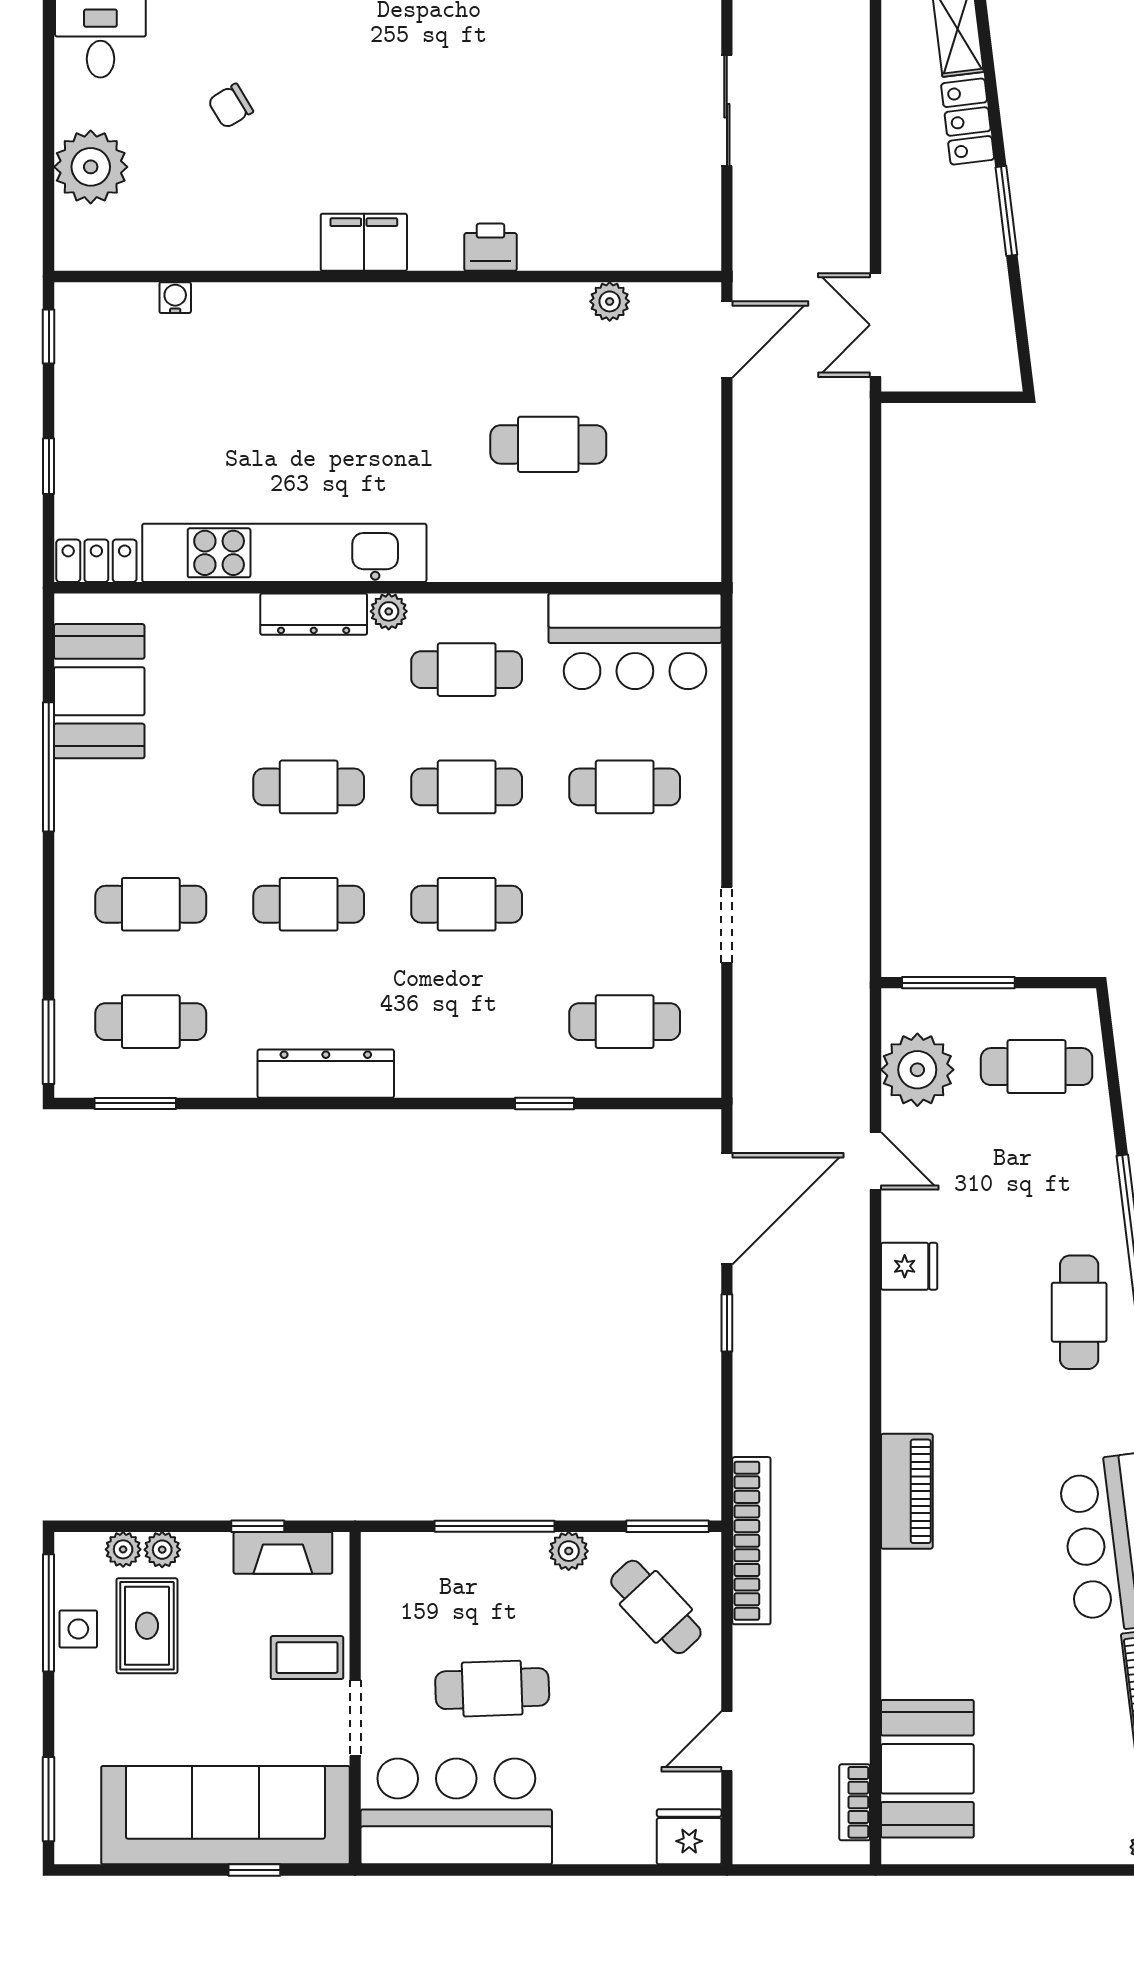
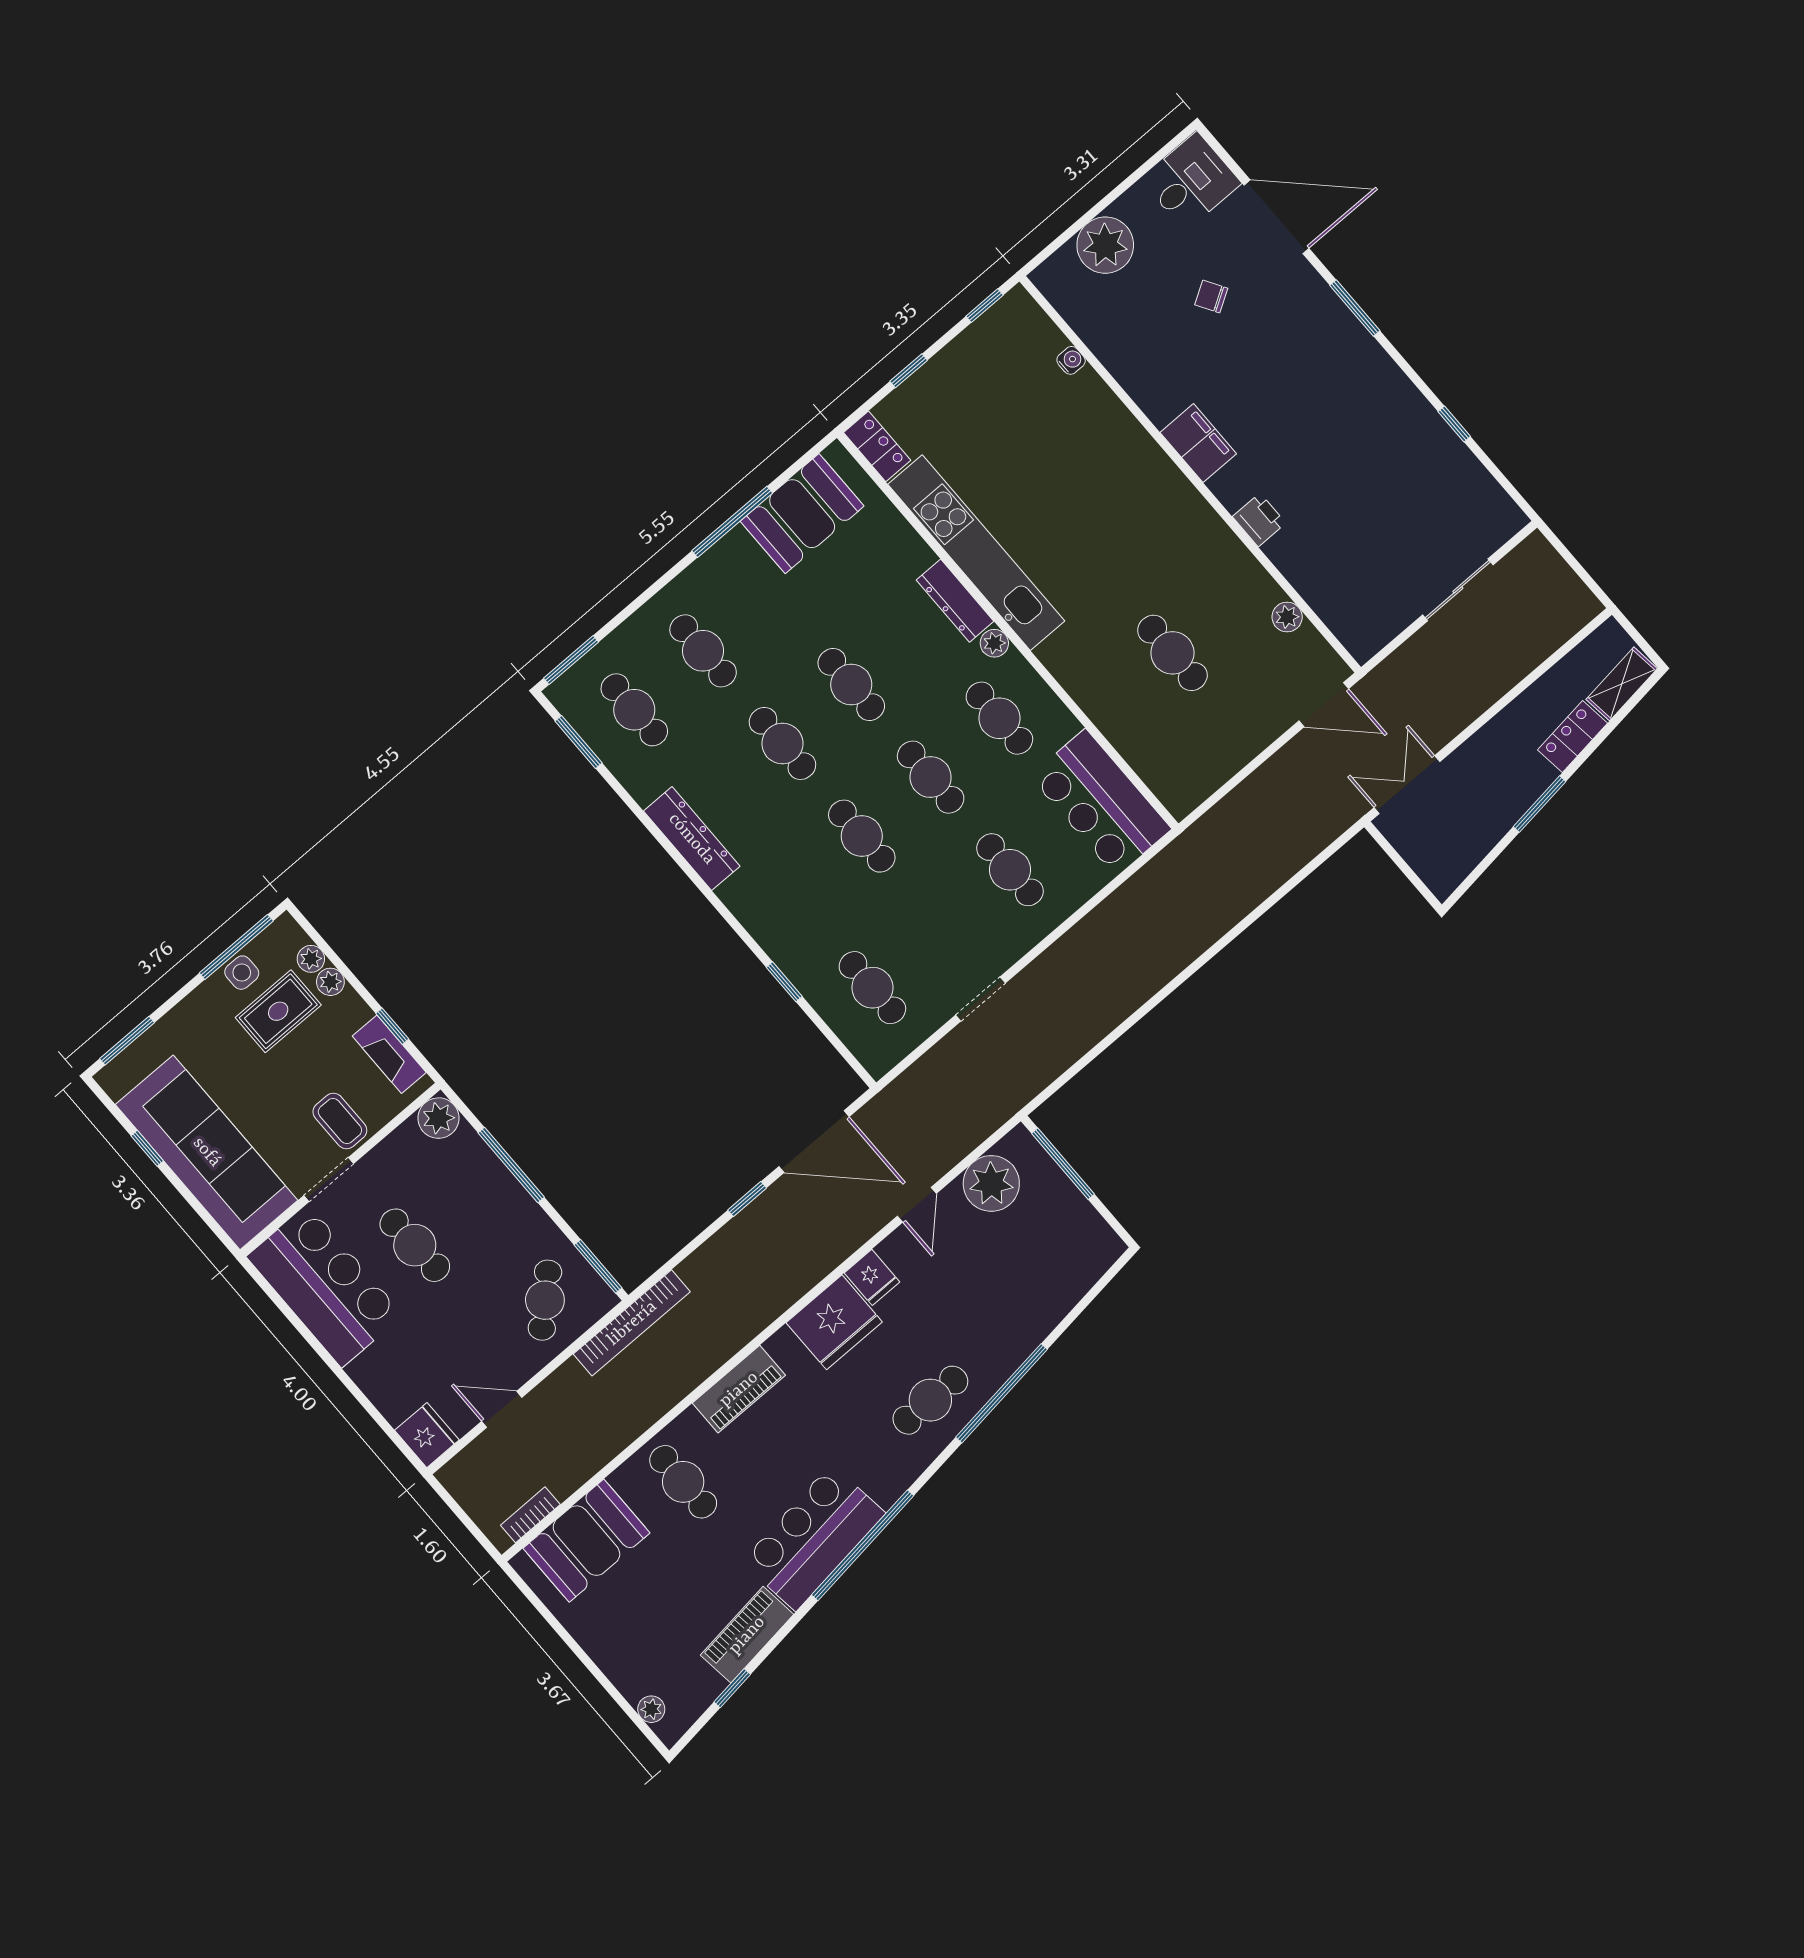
cafe table: (1037, 1067) -> (683, 1482), moved
fridge: (921, 1341) -> (834, 1322), added
plant: (569, 1551) -> (438, 1118), moved, width x1.38, depth x1.38
window: (254, 1870) -> (147, 1148), moved

